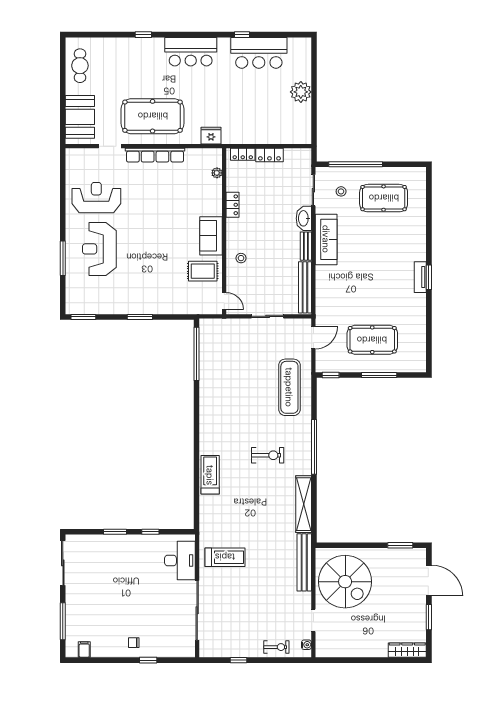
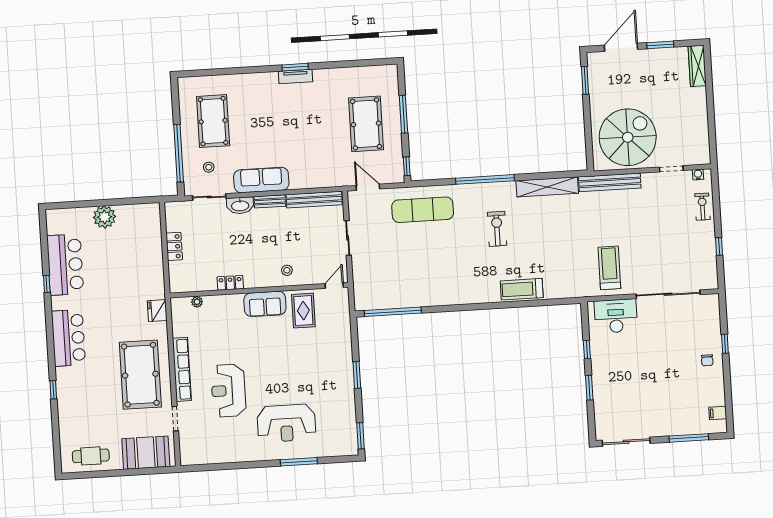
locker: (243, 154) -> (175, 275), removed
reception desk: (96, 198) -> (228, 391), moved

